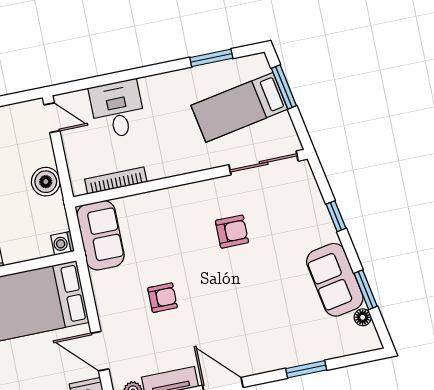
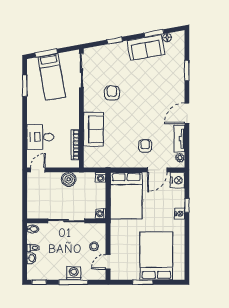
sofa: (101, 235) -> (93, 129), moved, turned 90
armchair: (163, 298) -> (145, 146), moved

